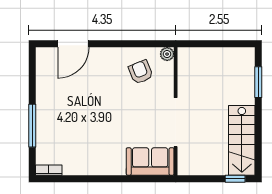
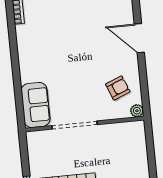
door: (73, 44) -> (139, 38), moved

